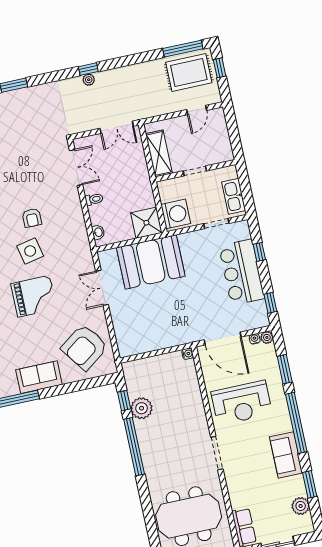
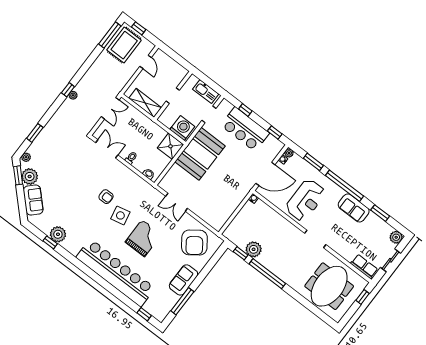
booth: (151, 262) -> (200, 154), moved
plant: (301, 506) -> (396, 237), moved

